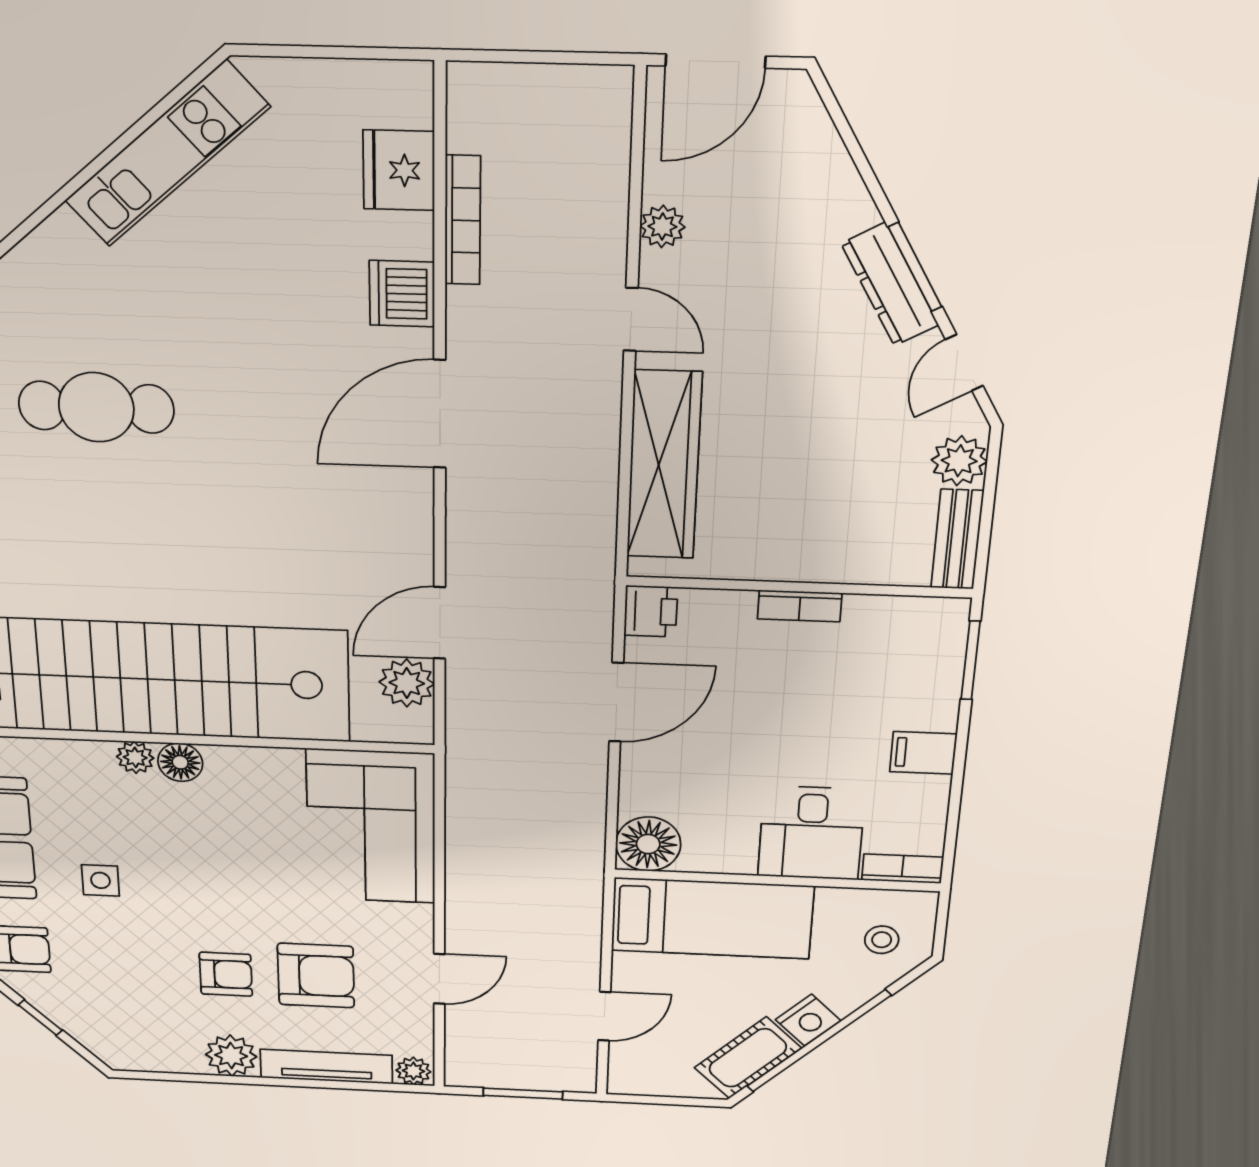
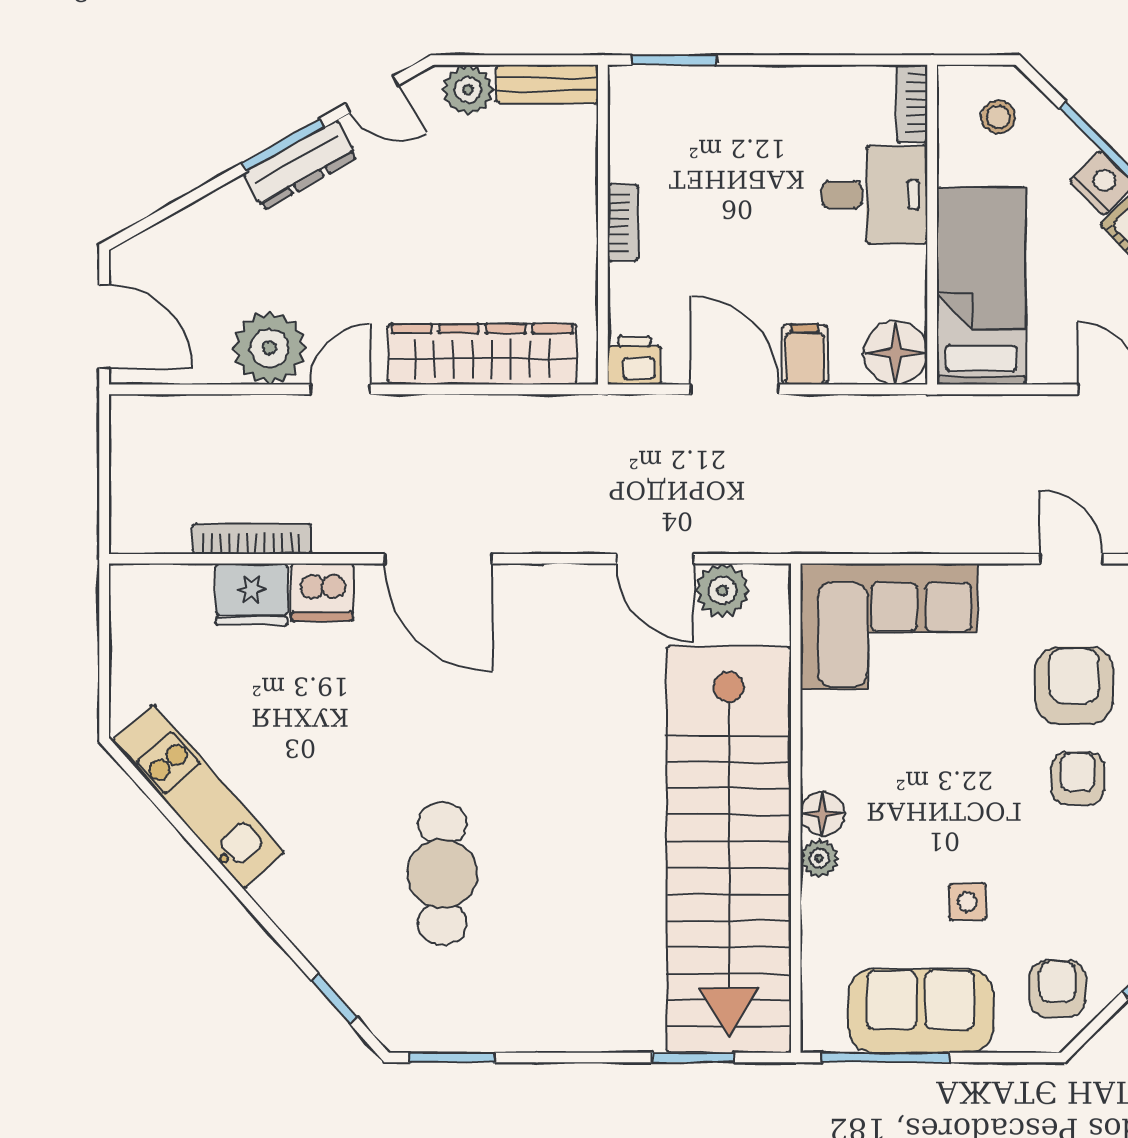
fridge: (399, 170) -> (252, 594), moved
plant: (662, 226) -> (270, 348), width x1.88, depth x1.88
filing cabinet: (923, 753) -> (805, 355), moved, turned 180

